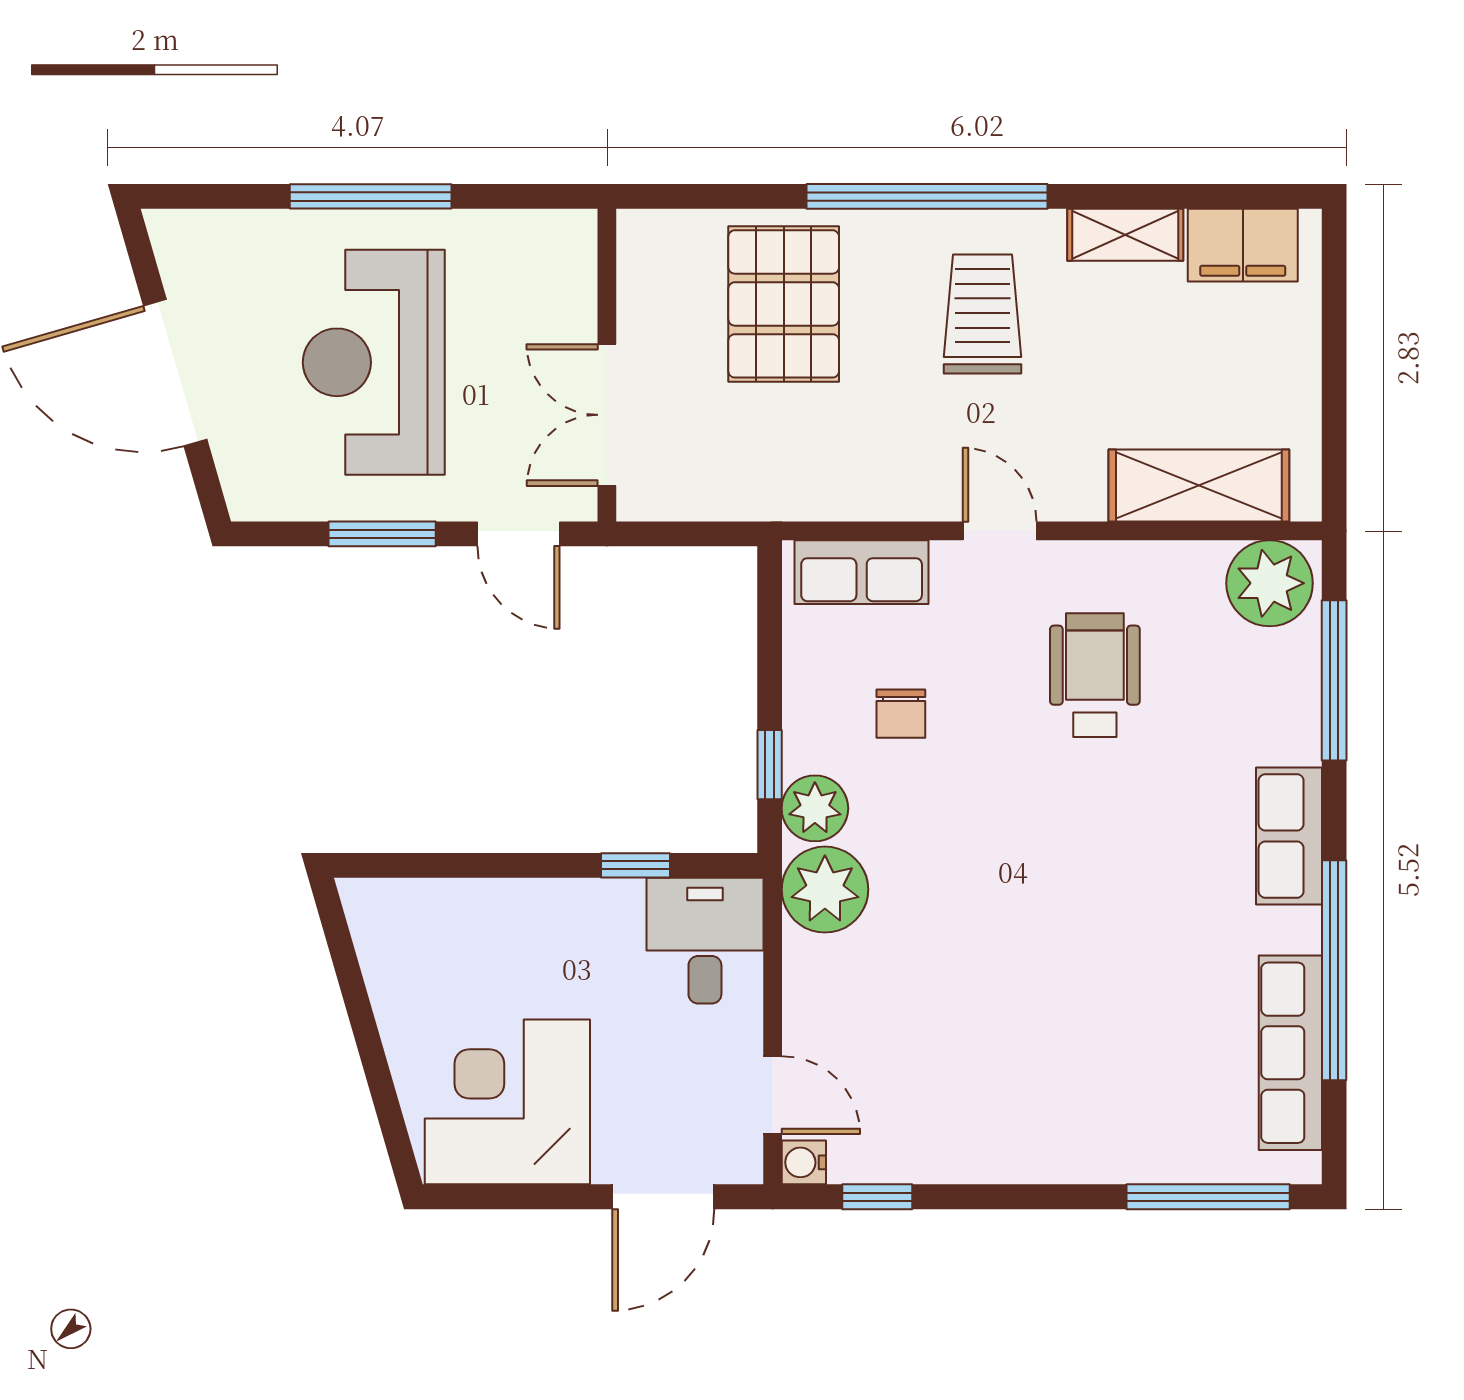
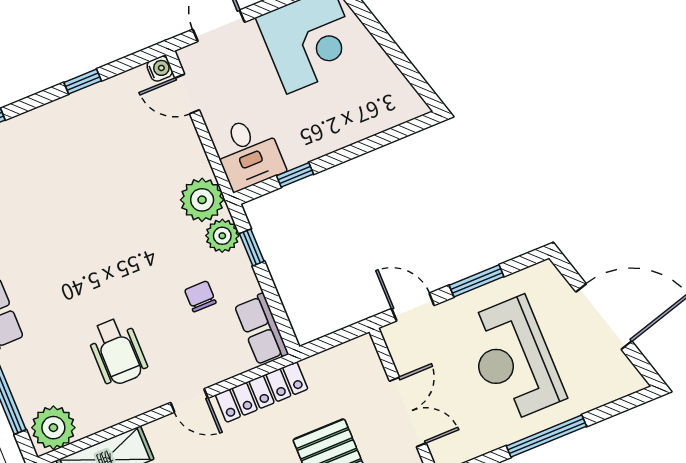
reception desk: (374, 362) -> (513, 359), turned 180
double door: (607, 415) -> (408, 412), moved
locker: (860, 492) -> (262, 392), added
row of seats: (862, 572) -> (261, 329), moved, turned -90
window: (877, 1197) -> (83, 82), moved

